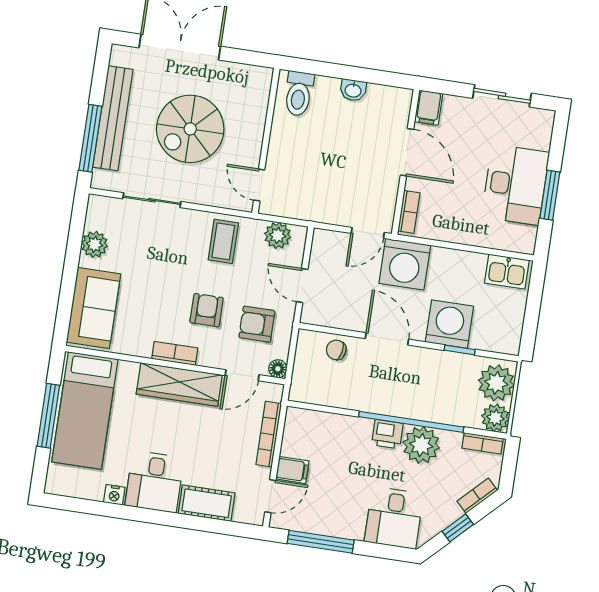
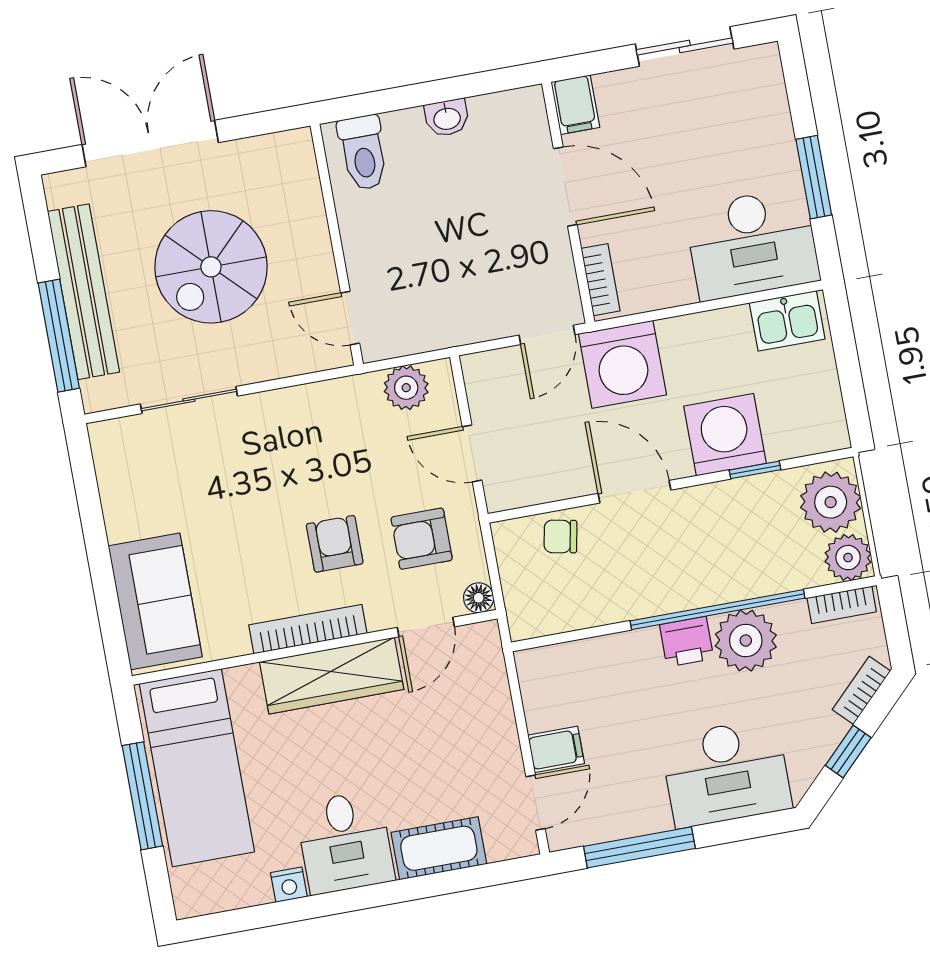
desk: (515, 185) -> (752, 244), moved, turned 90
coffee table: (223, 241) -> (324, 426), removed
plant: (95, 244) -> (122, 501), removed
bookcase: (175, 353) -> (308, 629), width x1.56
bookcase: (269, 434) -> (500, 706), removed
desk: (394, 518) -> (726, 773), width x1.37

